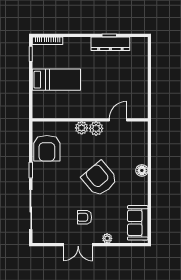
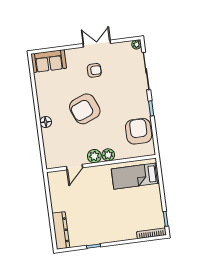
dresser: (110, 44) -> (61, 230), moved, turned 90
bed: (56, 80) -> (135, 176), moved
armchair: (100, 179) -> (85, 109), turned 108
sofa: (138, 223) -> (49, 61), moved, turned 90
plant: (107, 238) -> (137, 44), moved

